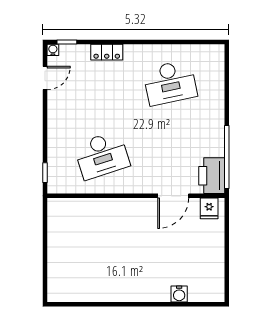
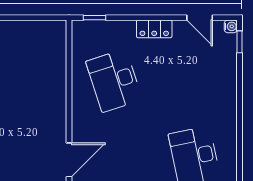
locker: (107, 52) -> (154, 29), moved, turned -90
door: (173, 196) -> (69, 160), swing flipped

